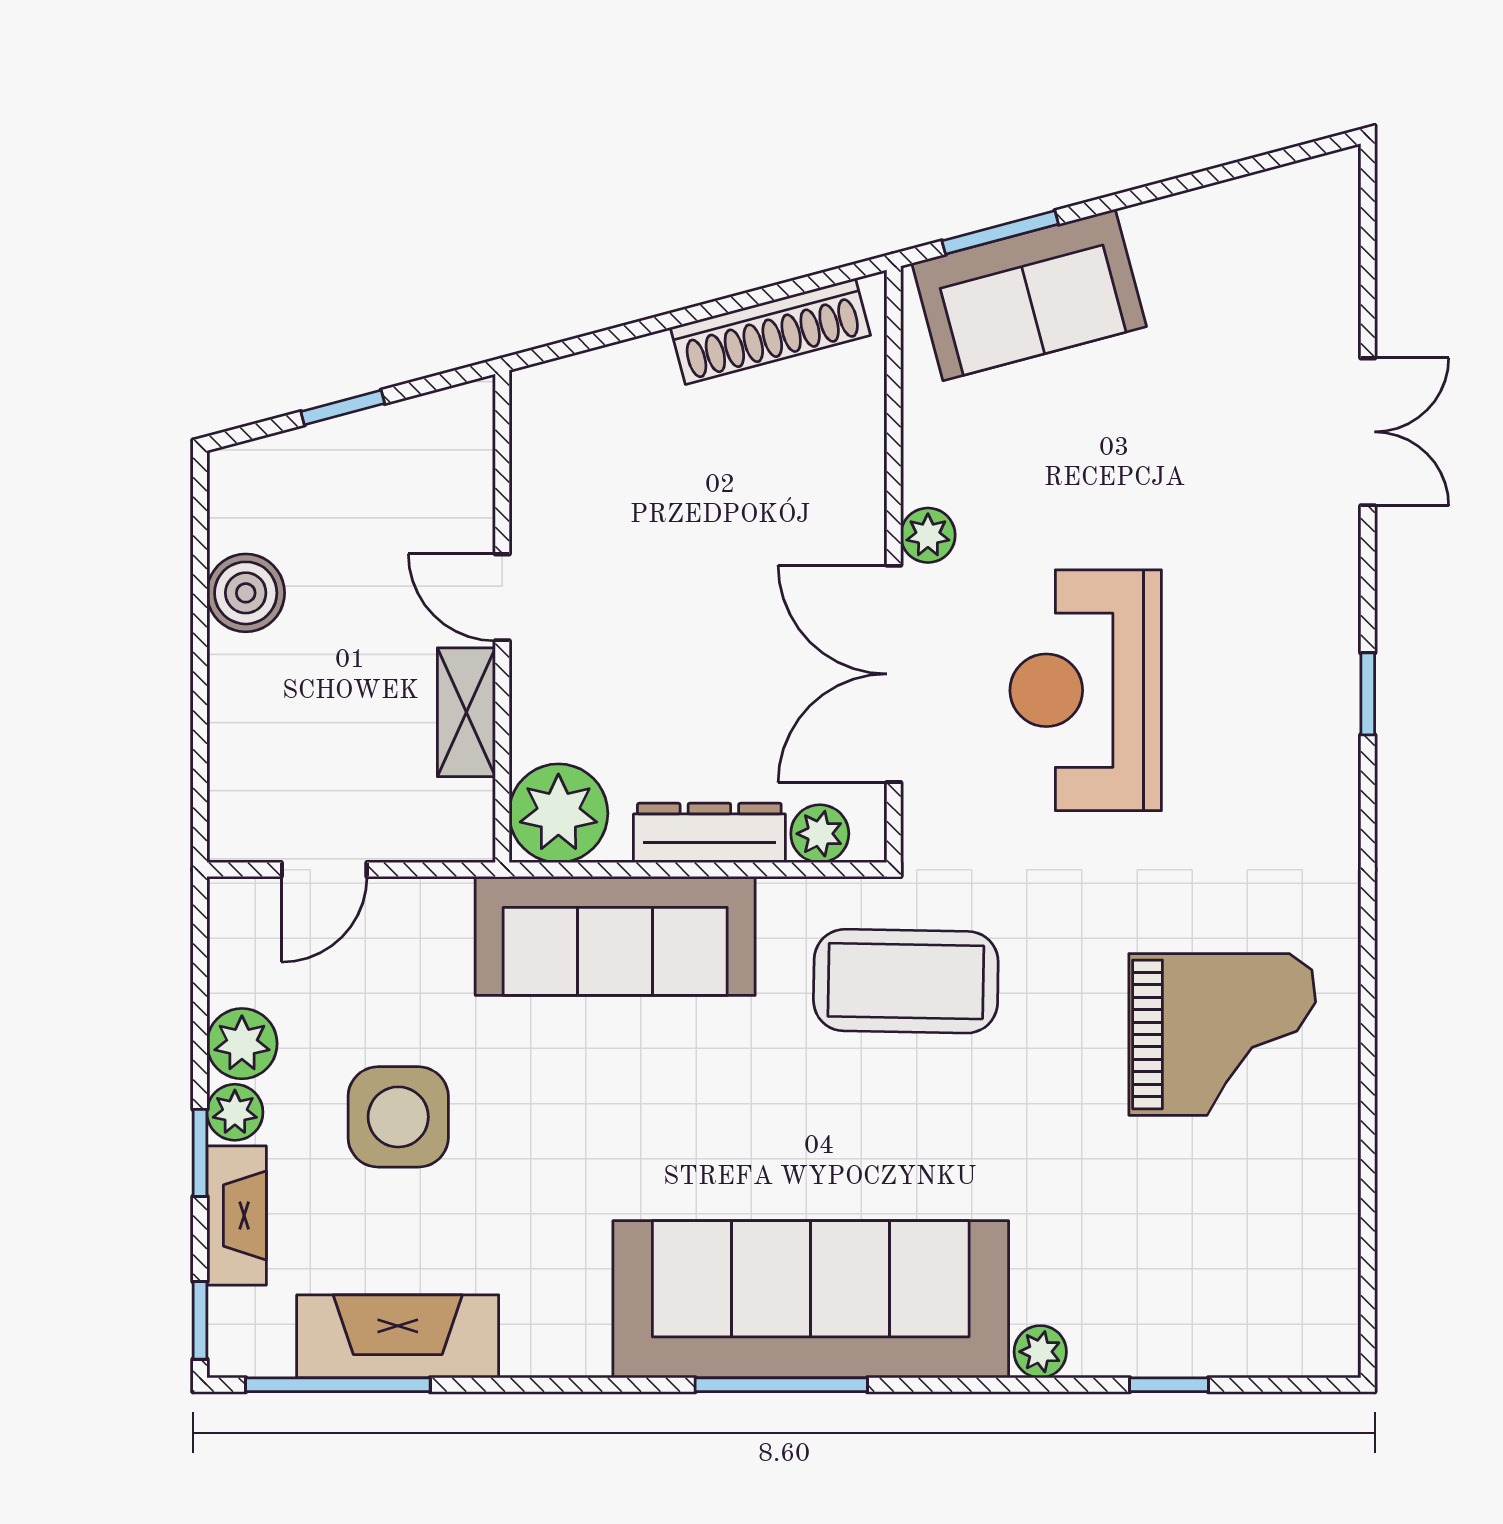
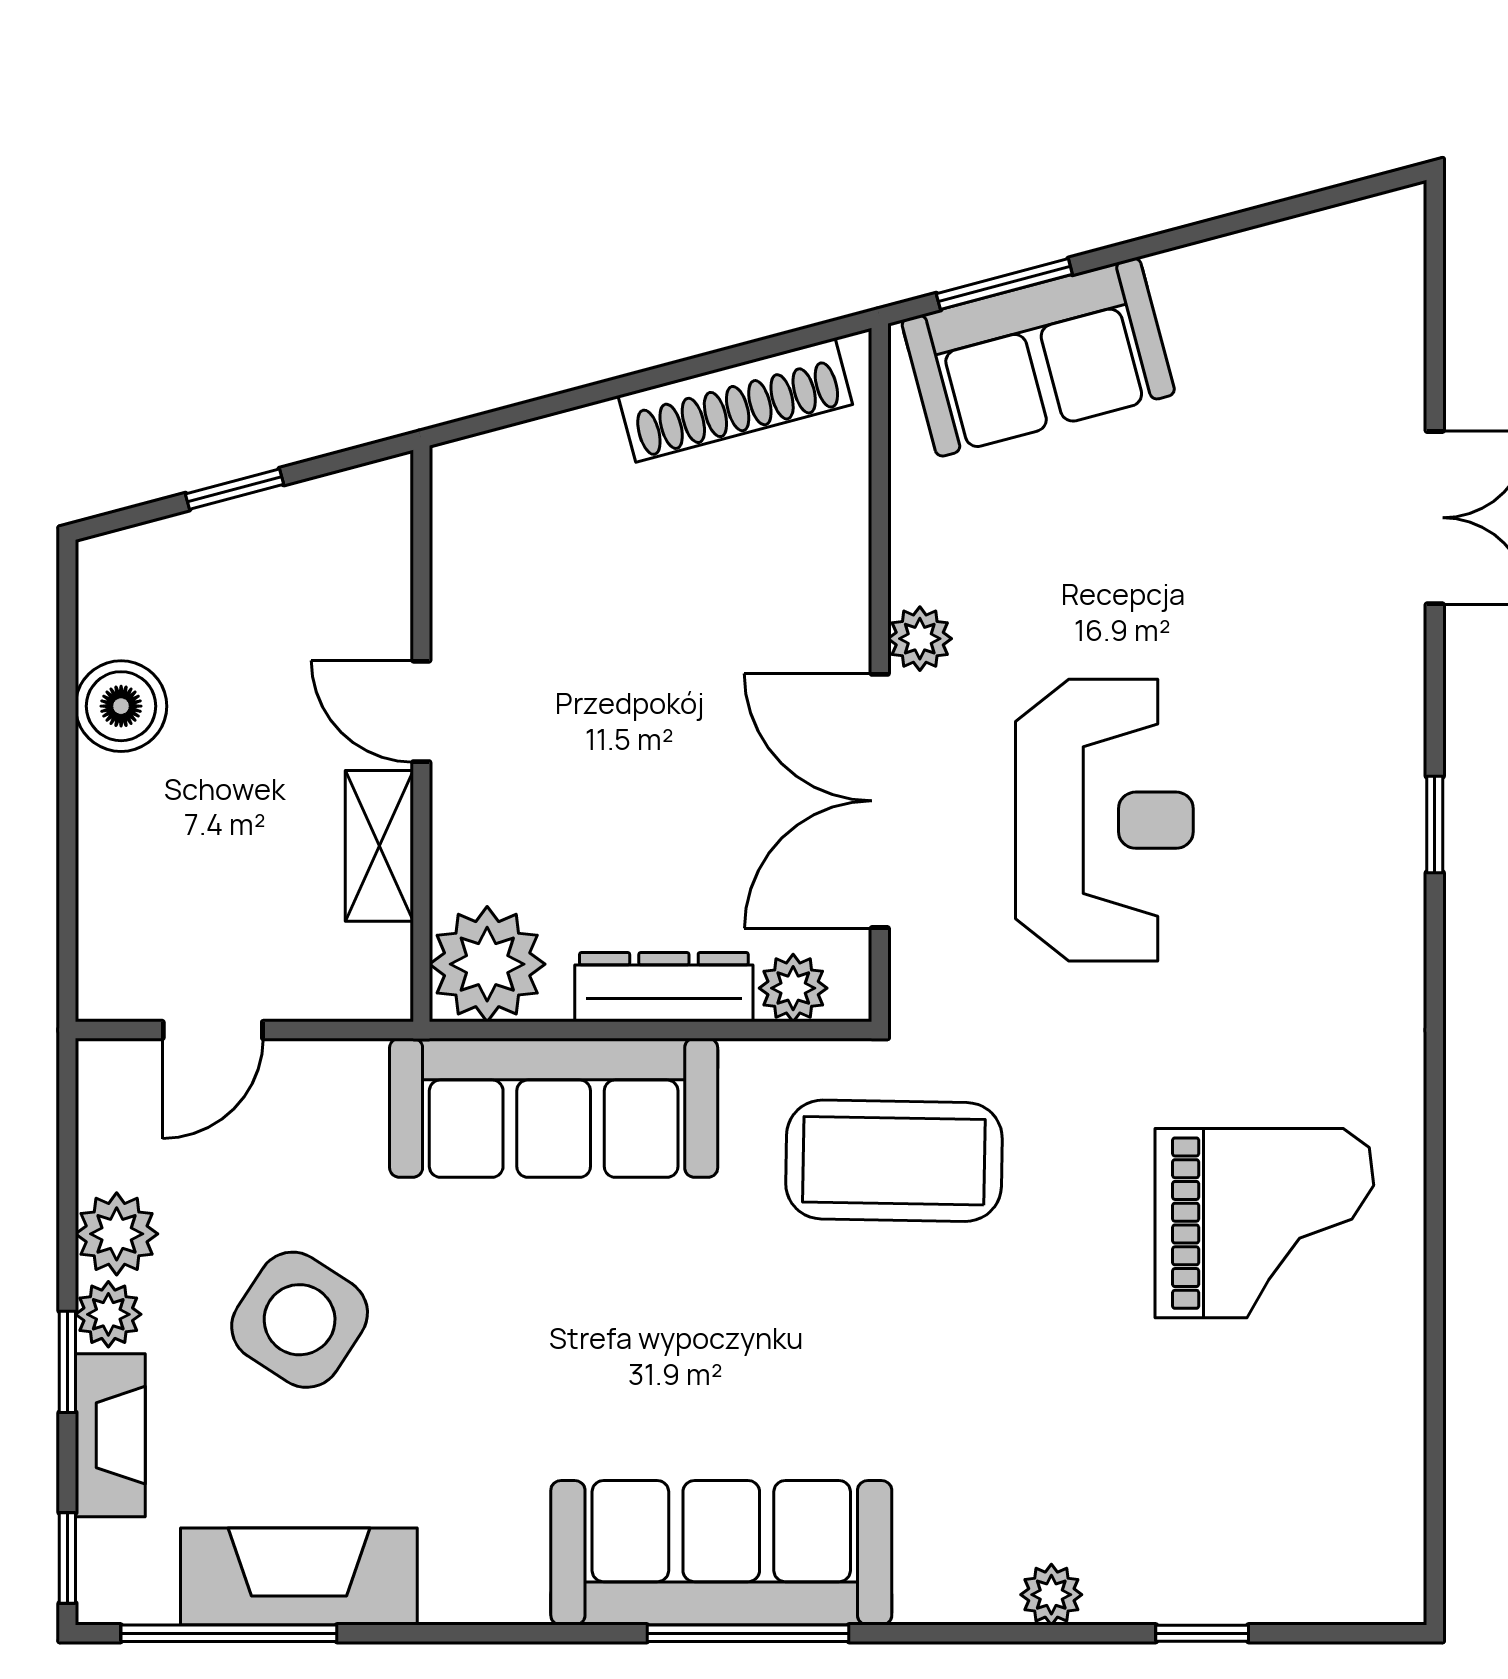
reception desk: (1086, 690) -> (1104, 820), turned 180
side table: (398, 1117) -> (300, 1320), turned 33
sofa: (811, 1299) -> (721, 1553), width x0.74, depth x0.79

